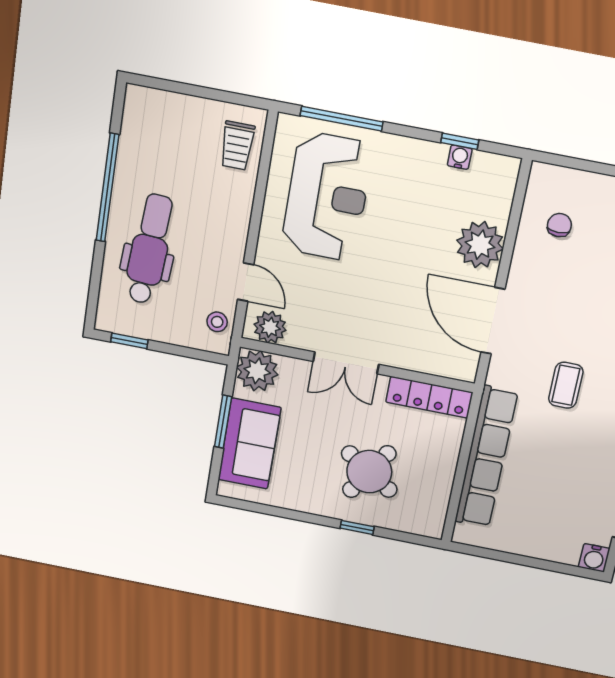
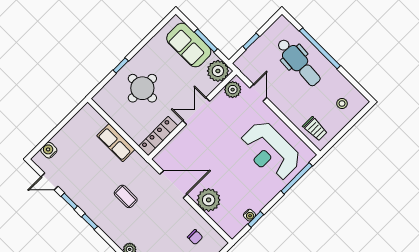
trolley: (237, 146) -> (315, 129), turned 180
window: (107, 188) -> (320, 48), moved
door: (246, 282) -> (258, 93), swing flipped
stool: (217, 322) -> (342, 103), moved
window: (129, 341) -> (251, 41), moved
row of seats: (486, 457) -> (116, 143), width x0.50
round table: (369, 472) -> (142, 88), turned -33
water cooler: (594, 558) -> (49, 150), moved

